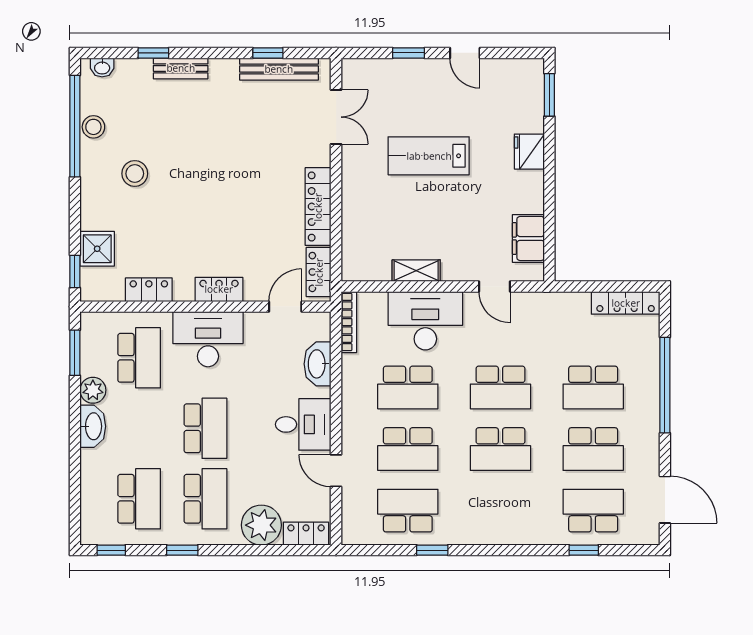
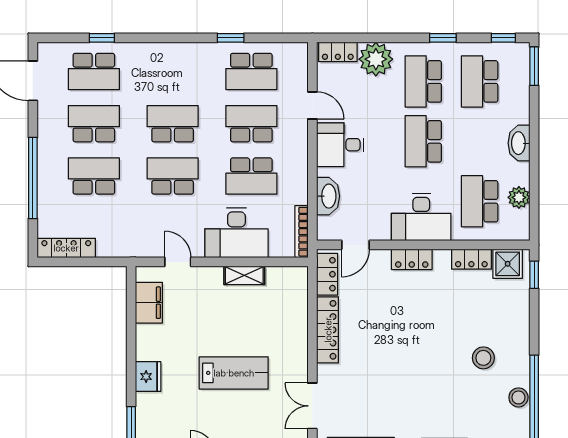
shower: (97, 249) -> (508, 264), moved
window: (75, 353) -> (534, 66), moved
school desk: (408, 388) -> (251, 176), turned 180
plant: (93, 390) -> (519, 197), moved

